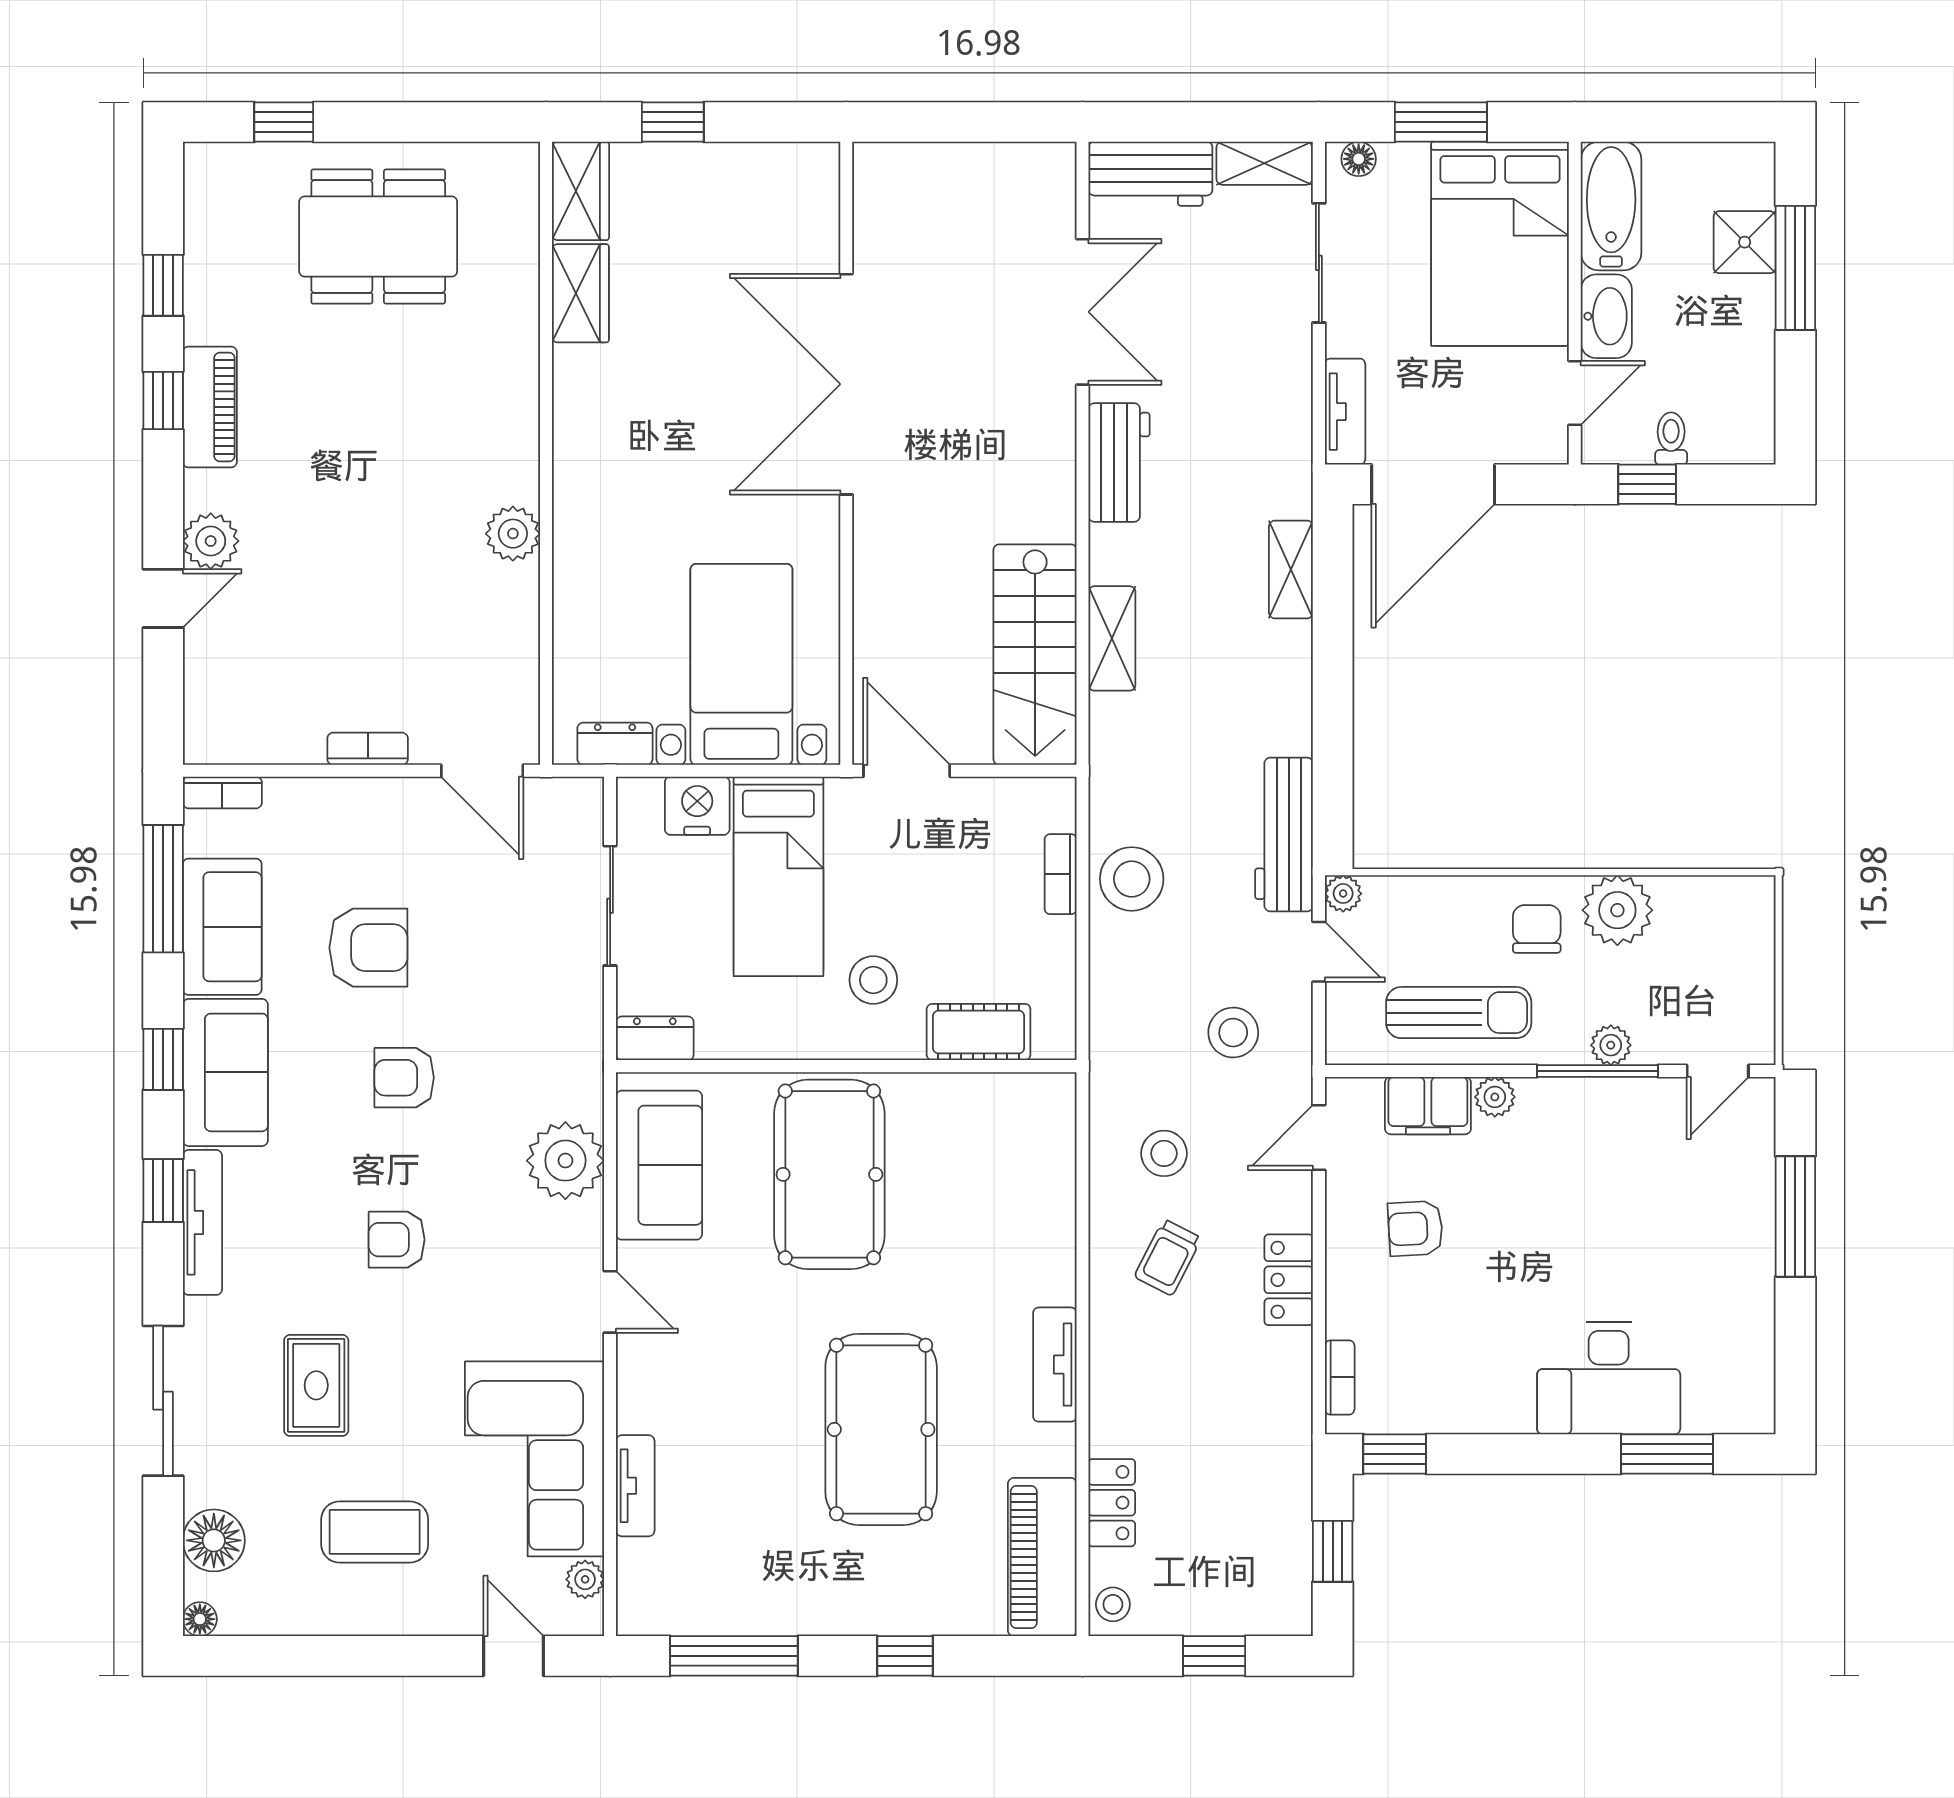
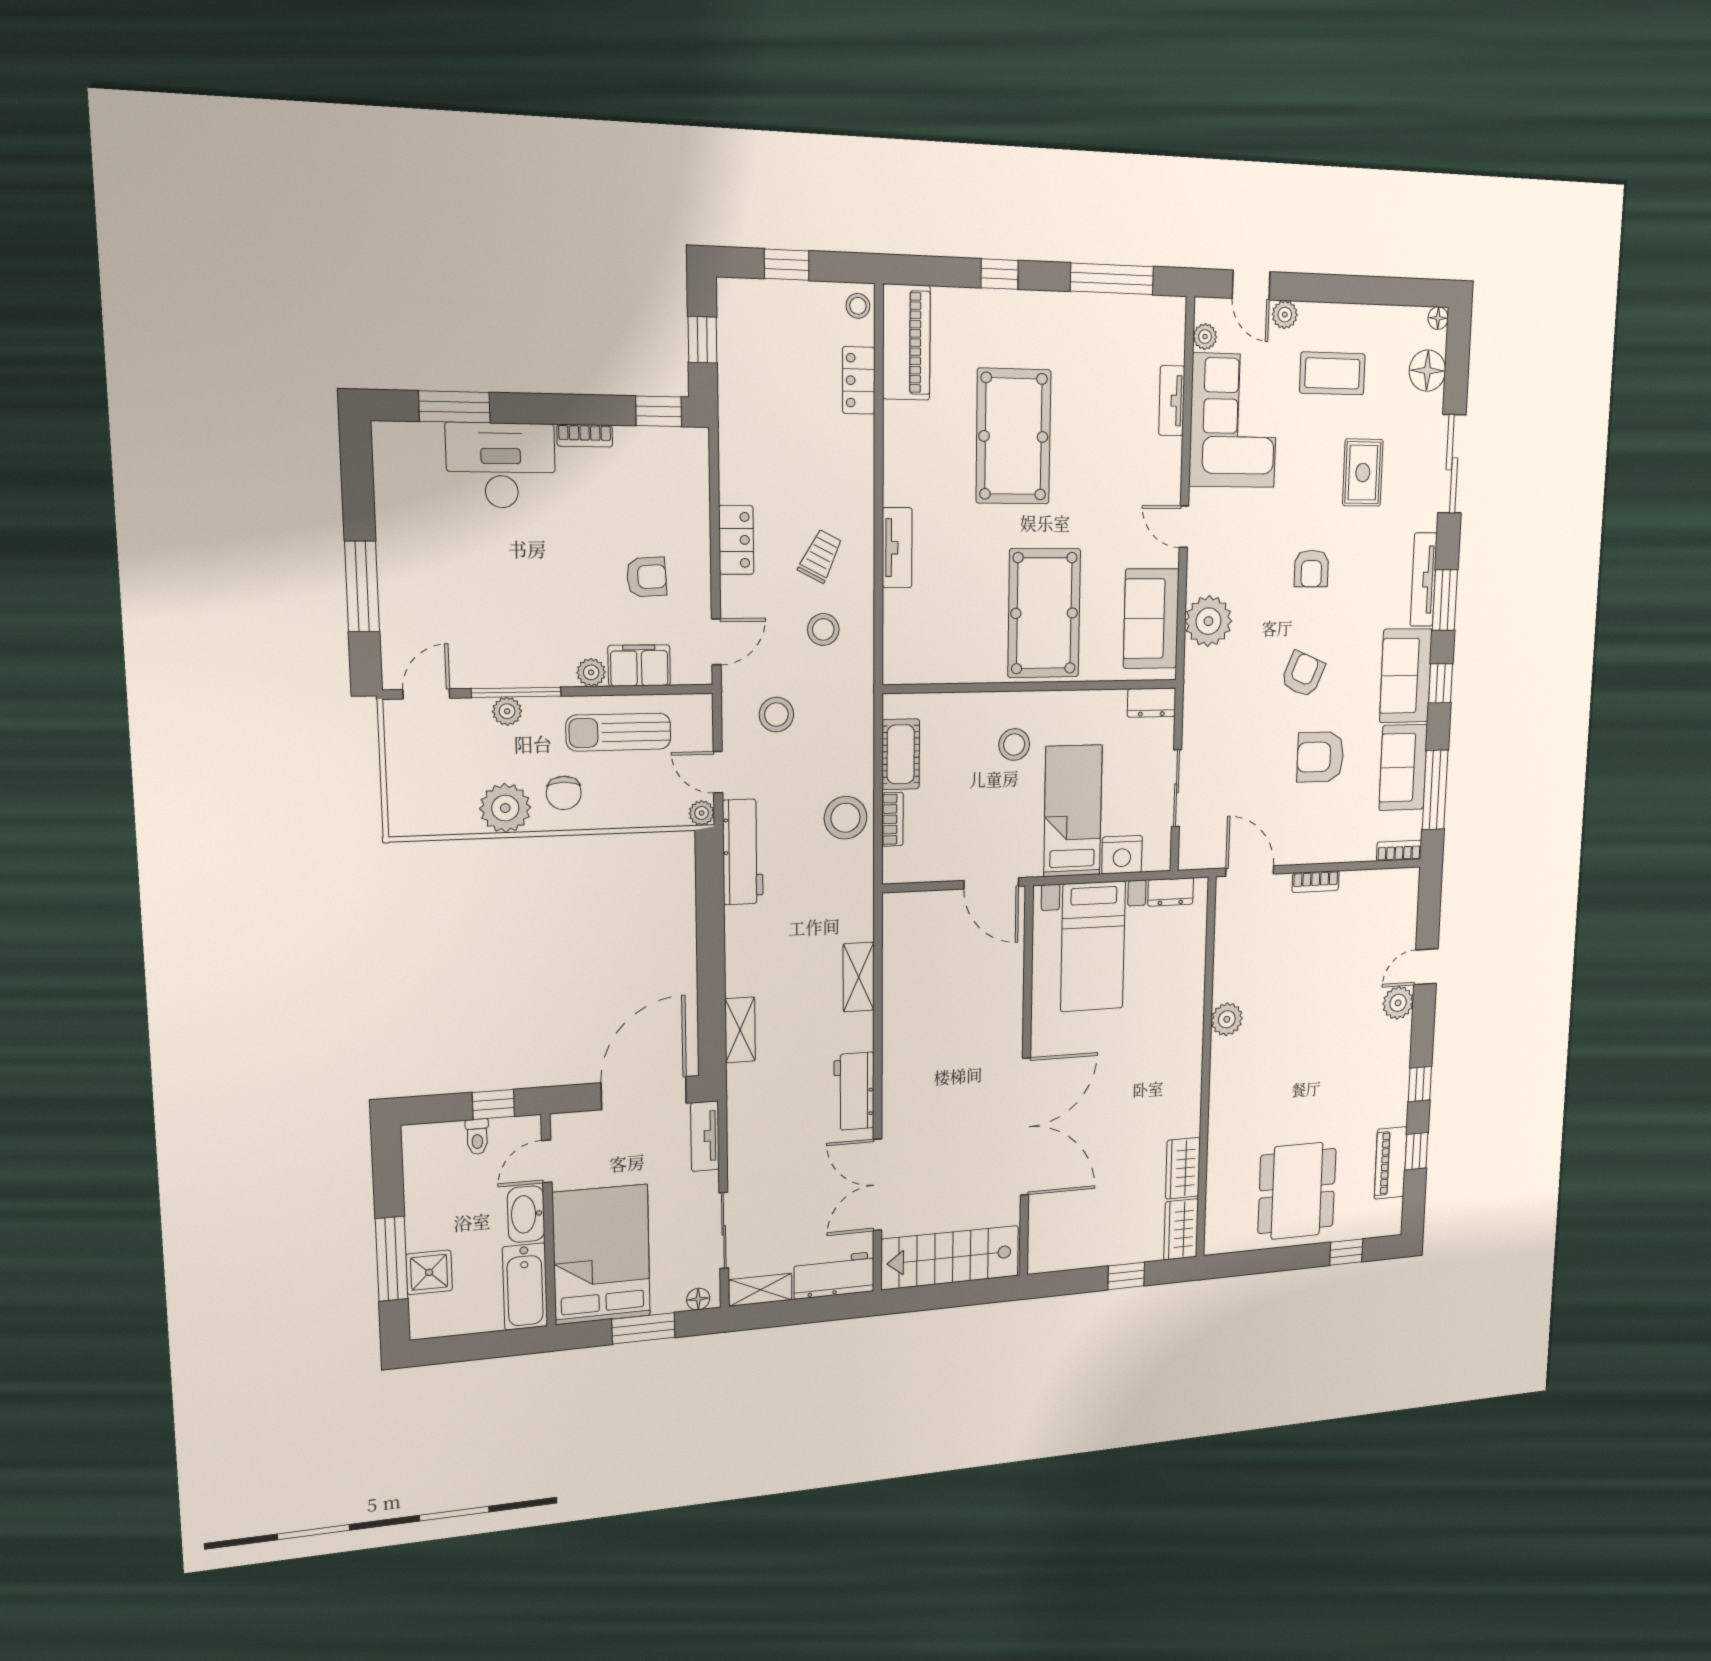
dining table: (378, 237) -> (1297, 1191), turned 90
piano: (210, 407) -> (1391, 1163), moved
stairs: (1035, 655) -> (950, 1258), moved, turned -90
cot: (979, 1032) -> (901, 754), moved, turned 90
armchair: (404, 1078) -> (1303, 674), turned -67
window: (163, 1191) -> (1445, 600), width x1.50
armchair: (397, 1240) -> (1311, 569), turned 90
tv unit: (1055, 1365) -> (897, 548), moved
bookcase: (1340, 1377) -> (585, 436), moved, turned -90
plant: (457, 1615) -> (1285, 315), added

